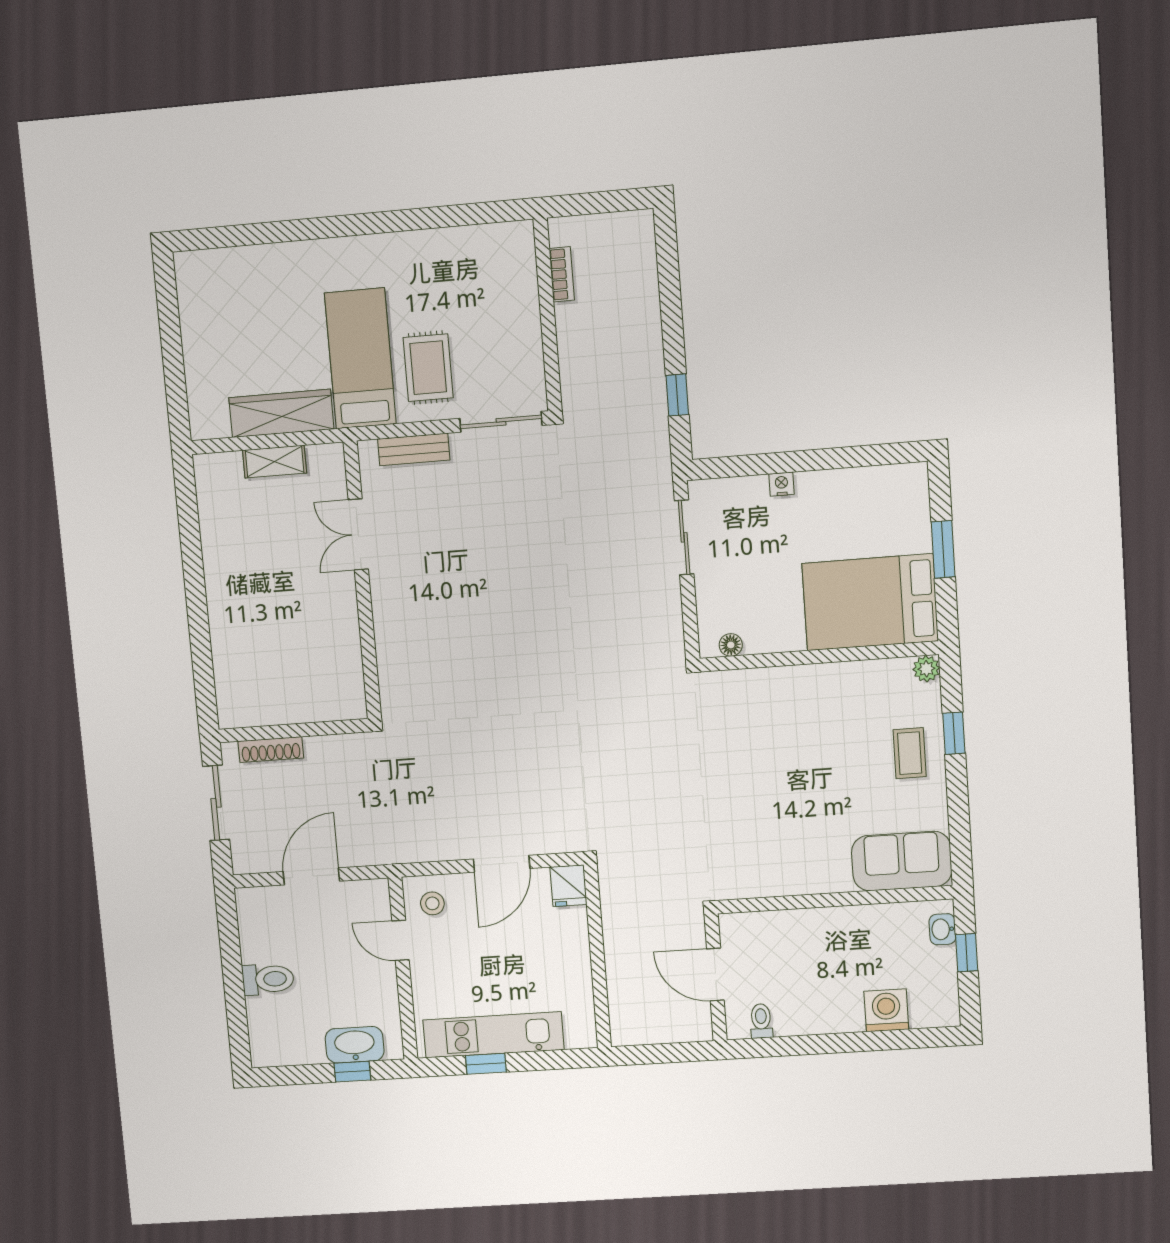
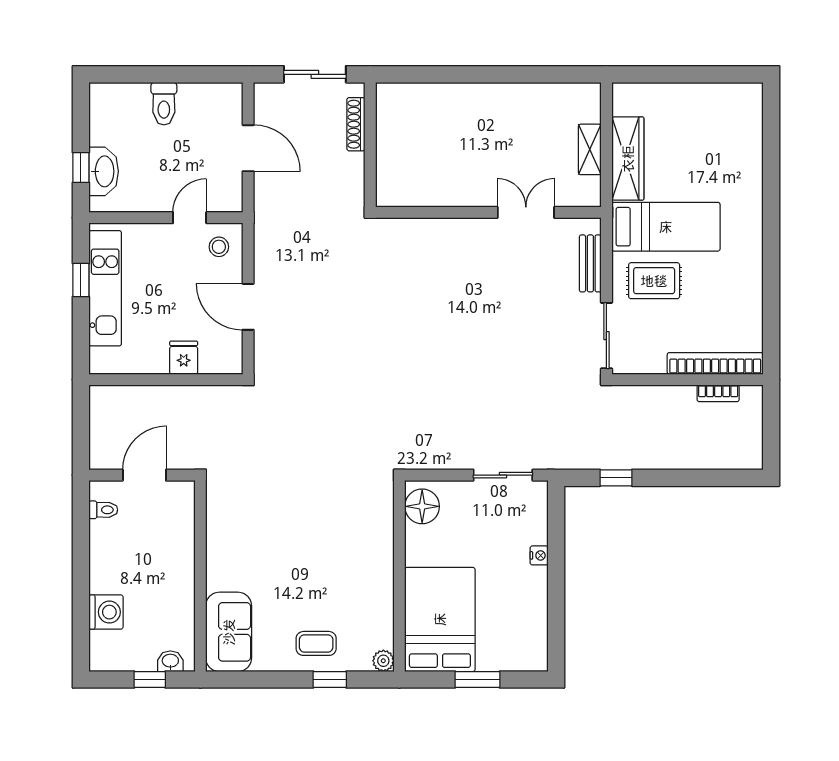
bookcase: (525, 281) -> (715, 363), added
floor lamp: (731, 645) -> (422, 506), width x1.89, depth x1.89
fridge: (568, 886) -> (184, 358), moved, turned 90

